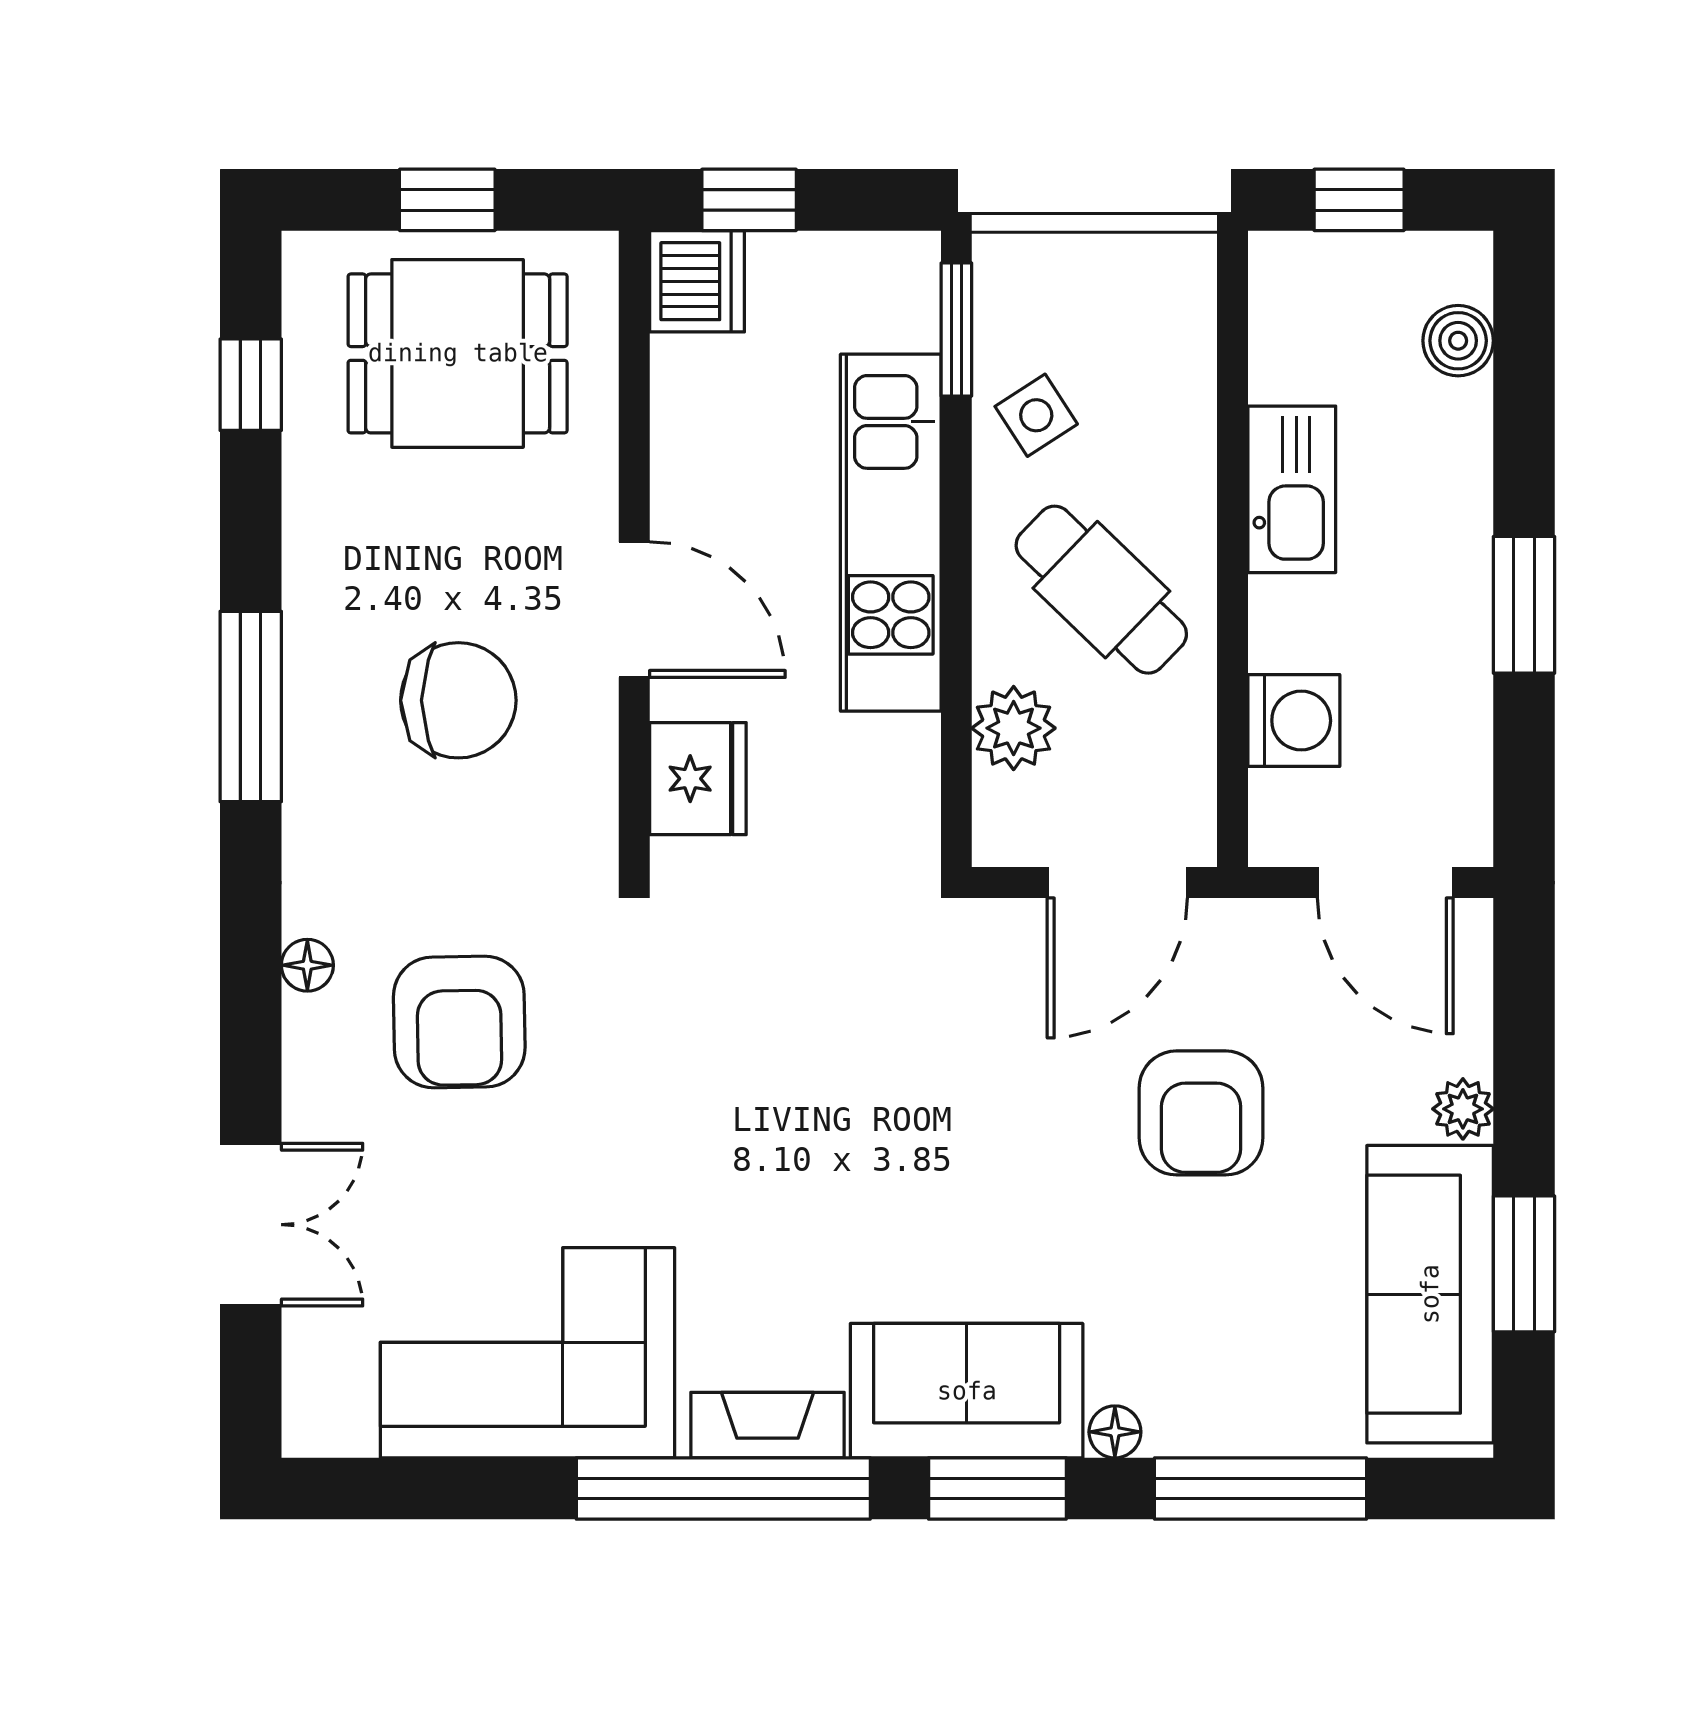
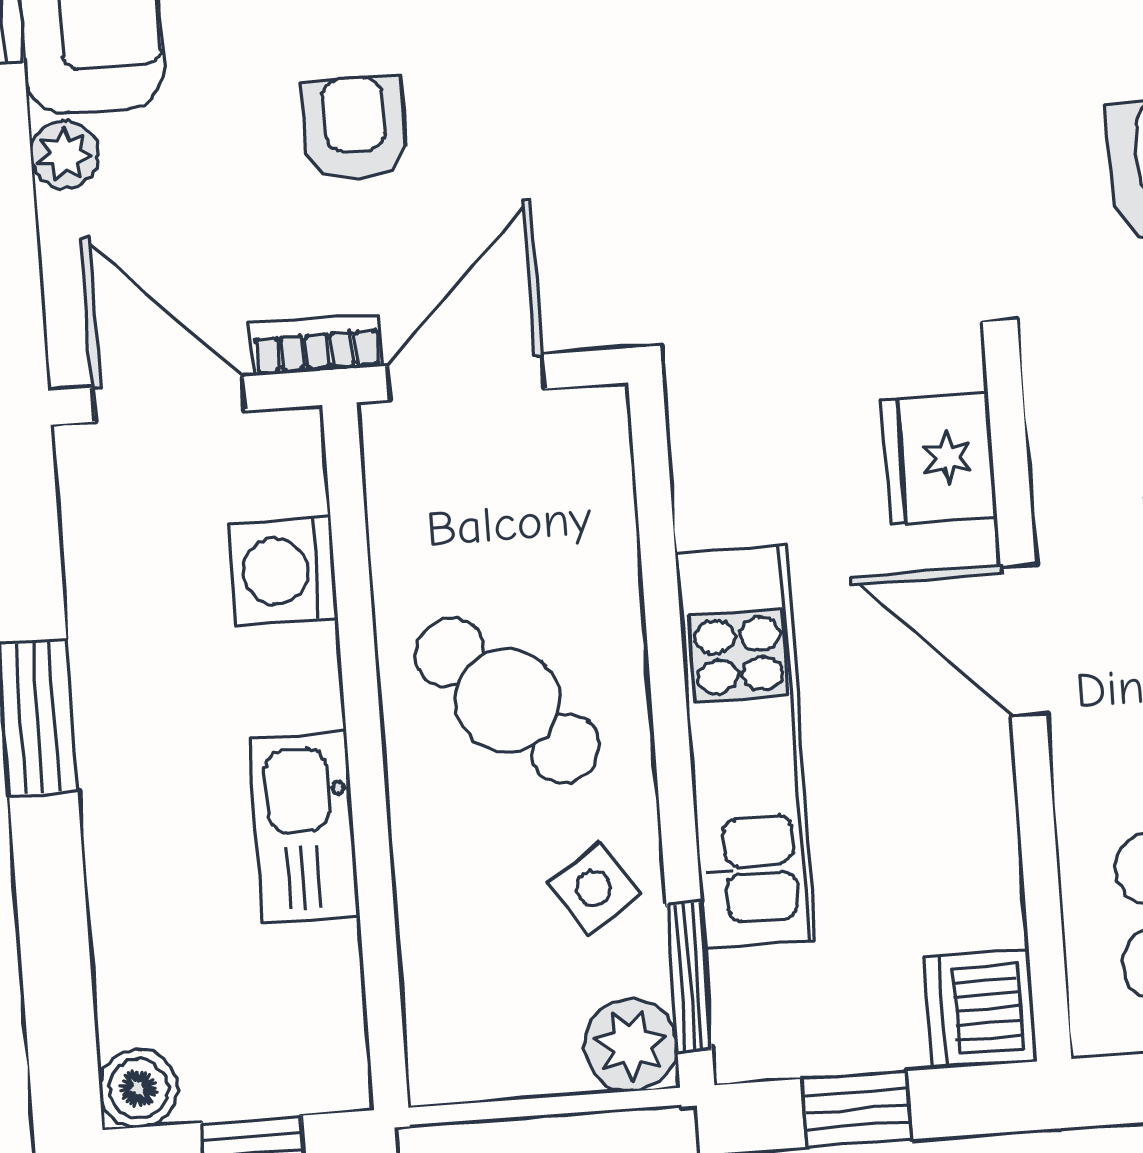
window: (749, 200) -> (857, 1109), moved
boiler: (1458, 341) -> (138, 1088), moved
plant: (1014, 728) -> (631, 1045), moved
bookcase: (1249, 921) -> (317, 345), added
armchair: (1201, 1113) -> (354, 129), width x0.72, depth x0.72

